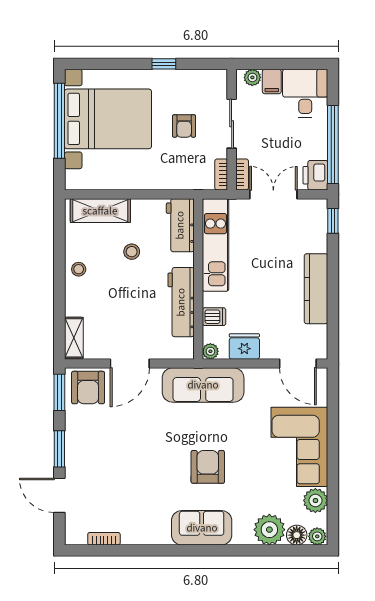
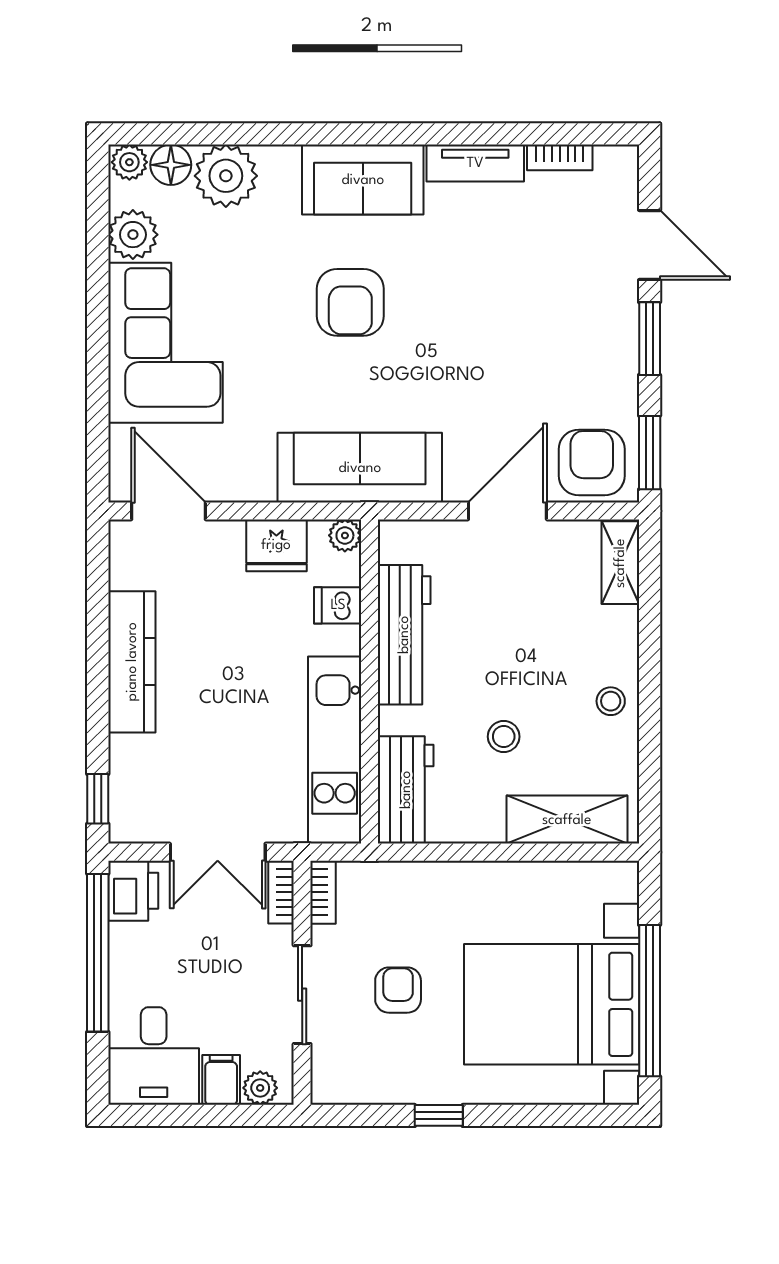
tv unit: (146, 536) -> (475, 163), added

